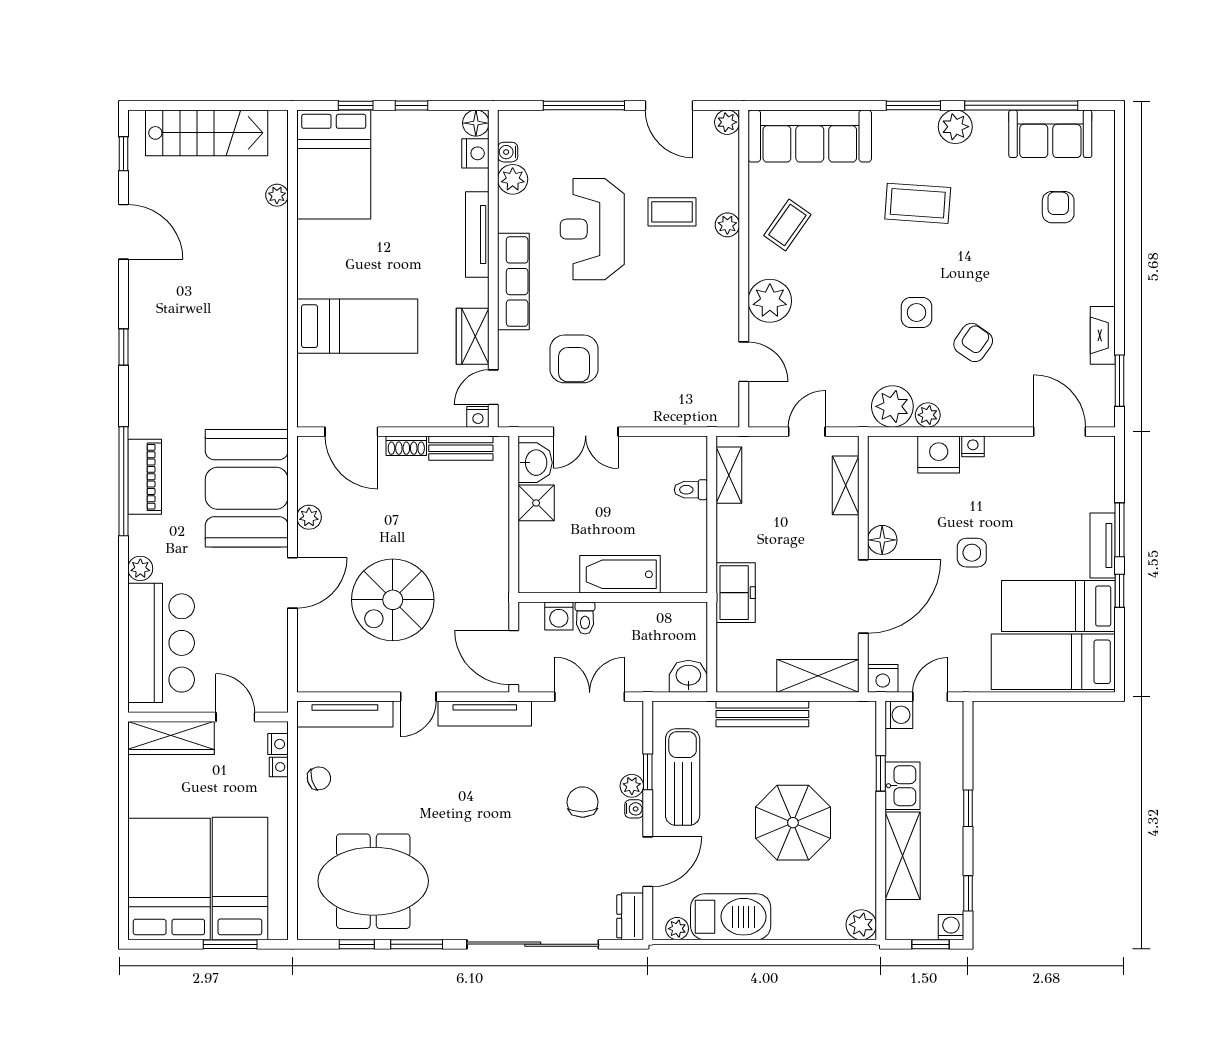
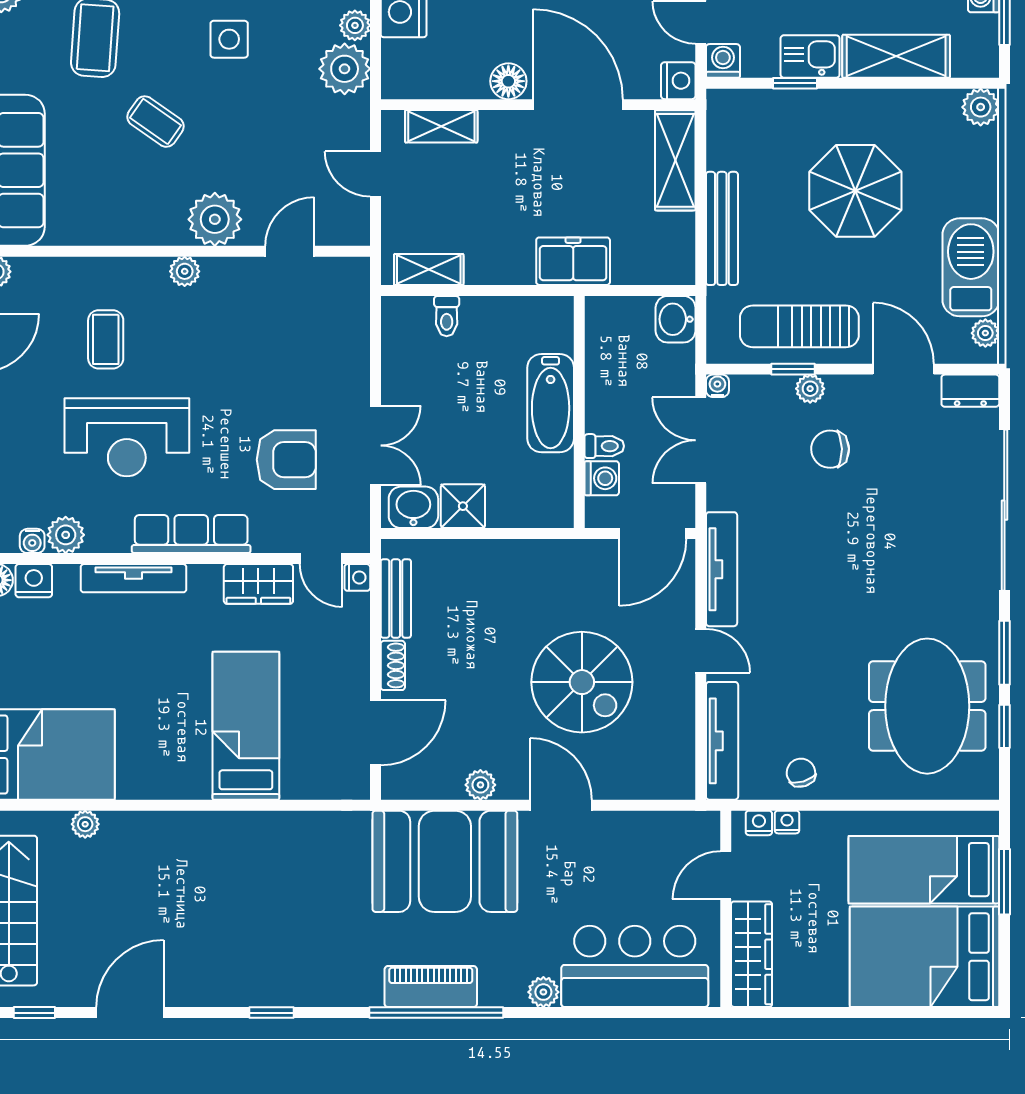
plant: (727, 225) -> (185, 271), moved
coffee table: (787, 225) -> (156, 122), moved
water cooler: (634, 809) -> (717, 386), moved

